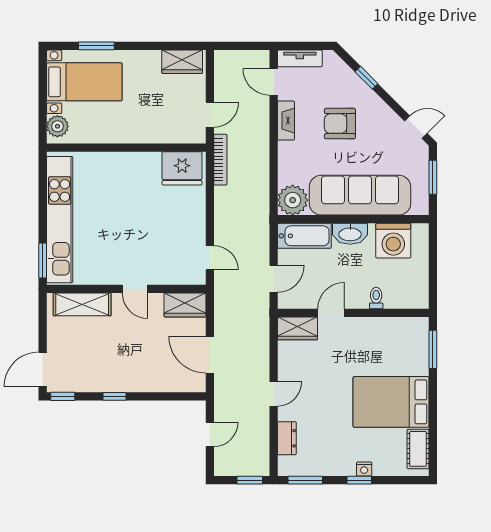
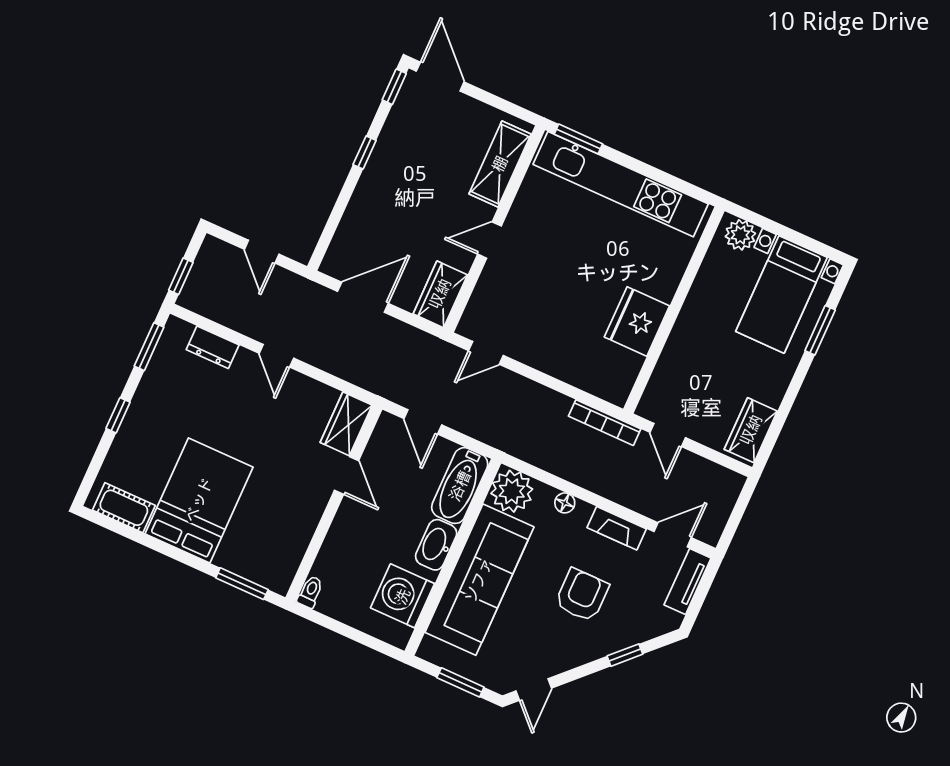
floor lamp: (285, 162) -> (565, 503), added
fridge: (182, 168) -> (637, 321), moved
toilet: (376, 298) -> (310, 592), moved, turned -90
nightstand: (364, 469) -> (129, 428), removed

